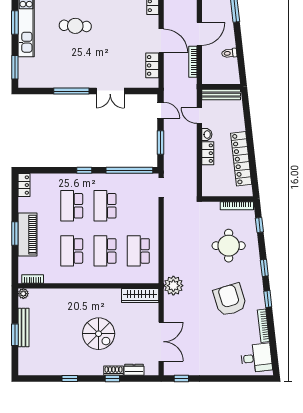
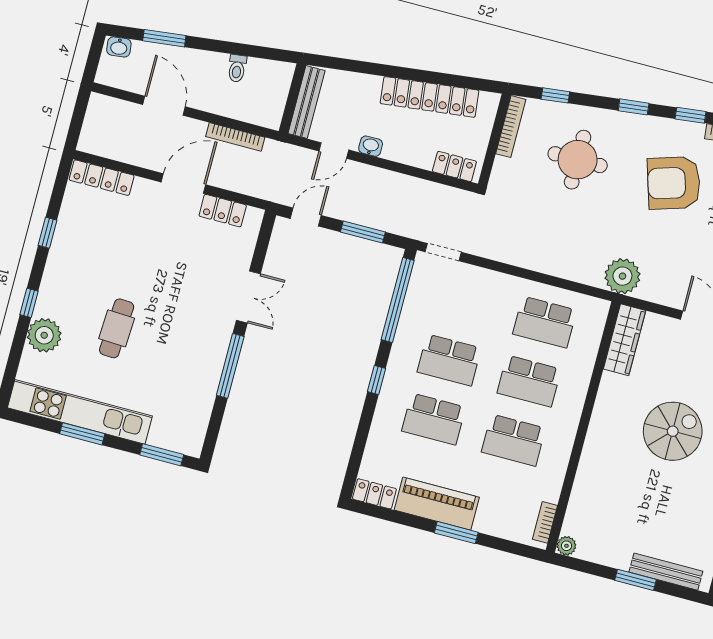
door: (199, 34) -> (164, 106), moved
locker: (208, 153) -> (454, 166), moved
piano: (27, 235) -> (437, 504), moved
bench: (23, 328) -> (666, 572), moved

